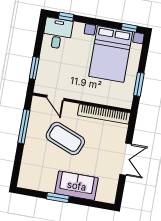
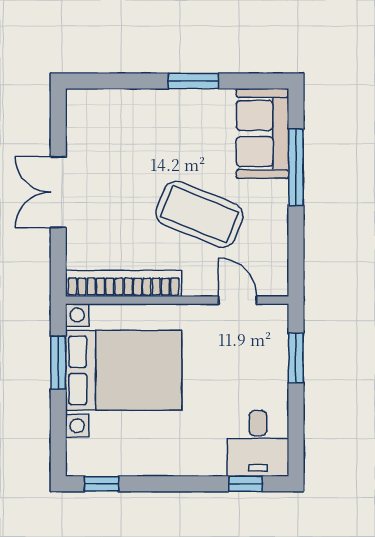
bed with nightstands: (111, 54) -> (124, 370), moved, turned 90
window: (24, 126) -> (296, 167), moved
sofa: (77, 186) -> (262, 133), moved, turned 90

